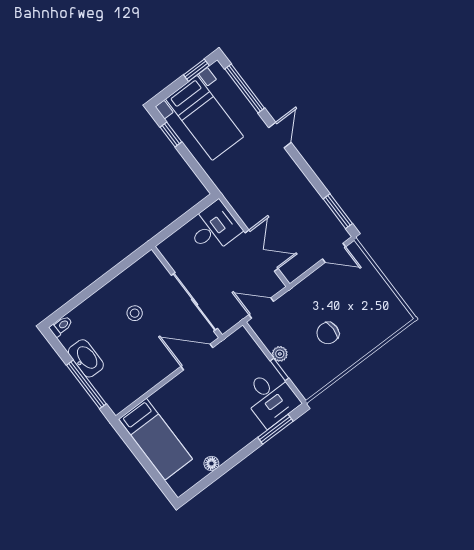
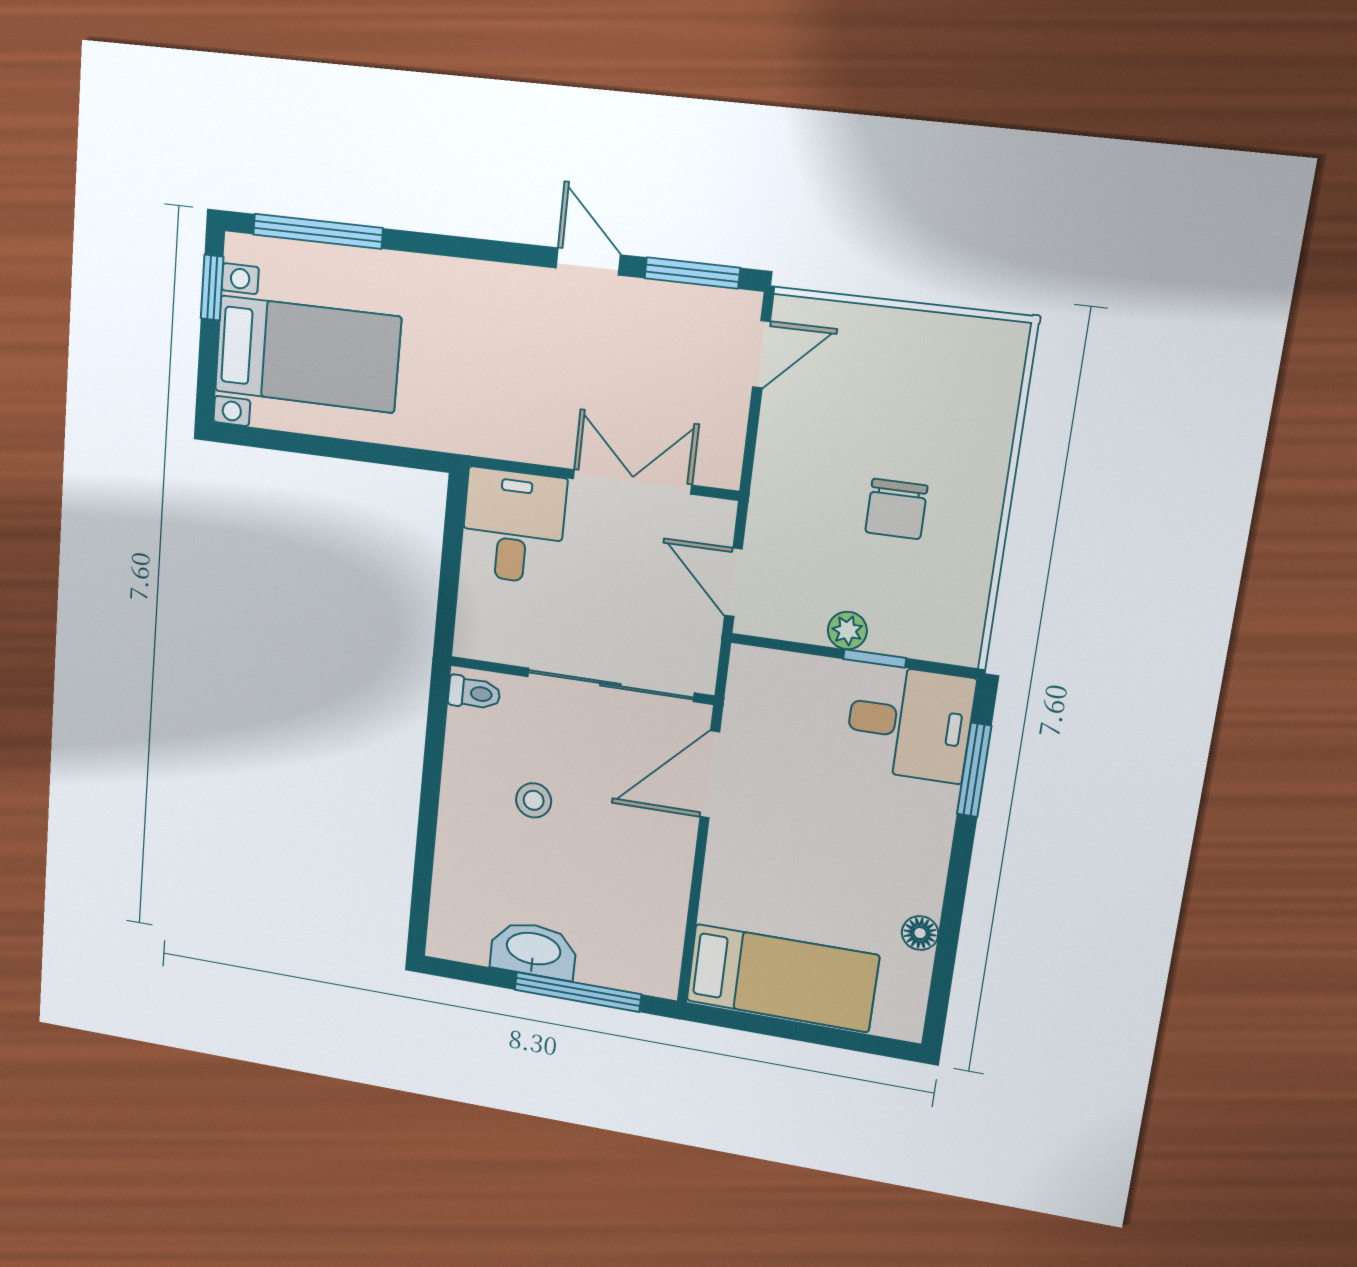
window: (171, 135) -> (285, 441), removed
door: (280, 135) -> (588, 261), moved
door: (261, 308) -> (733, 582), hinge flipped
toilet: (61, 326) -> (474, 693), moved, turned 90

